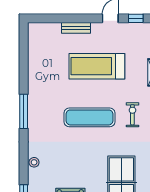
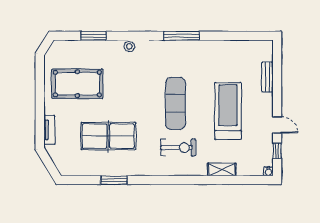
bench: (76, 28) -> (267, 77), moved
exercise bike: (132, 115) -> (178, 148), width x1.38, depth x1.39

